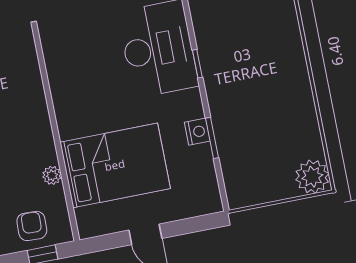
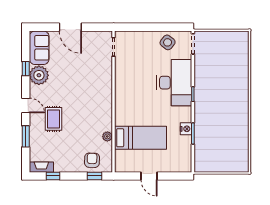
bed: (115, 165) -> (141, 138), width x0.67
plant: (312, 177) -> (240, 163), removed

